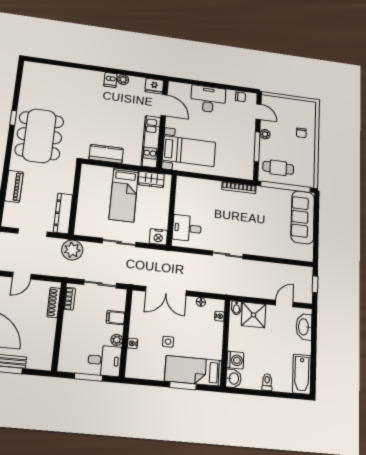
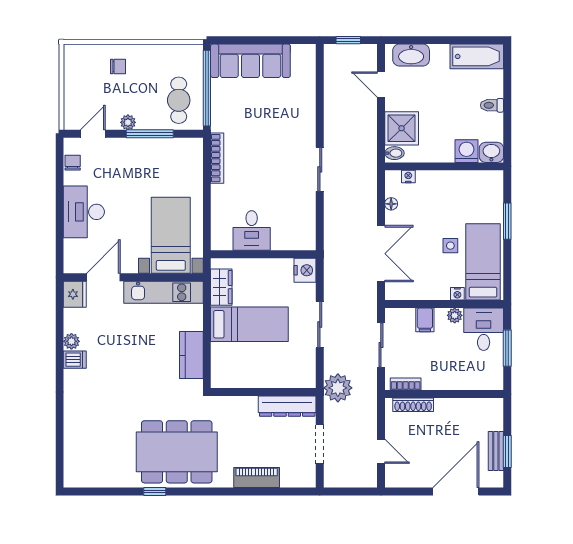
desk: (187, 228) -> (252, 231), moved
bed: (193, 371) -> (483, 262), moved, turned 180

